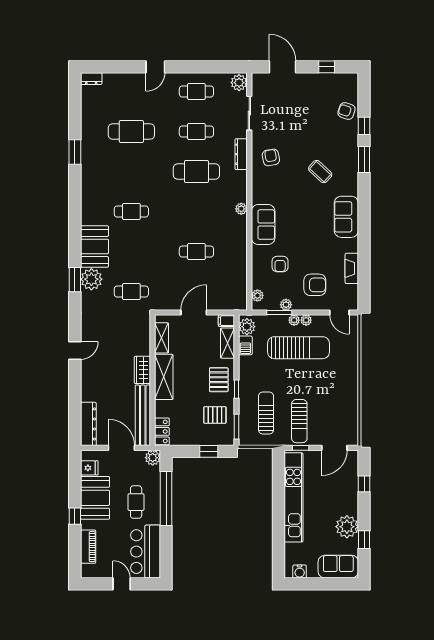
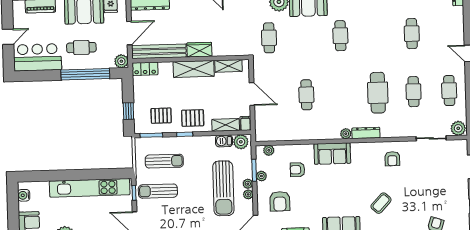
cafe table: (131, 131) -> (412, 34), width x0.73, depth x0.74
dresser: (241, 154) -> (366, 133), moved
armchair: (271, 157) -> (392, 159), turned 100
pallet: (215, 415) -> (161, 116), turned 90

